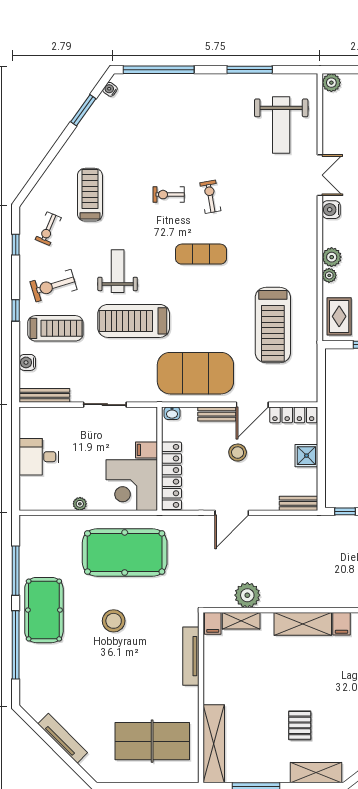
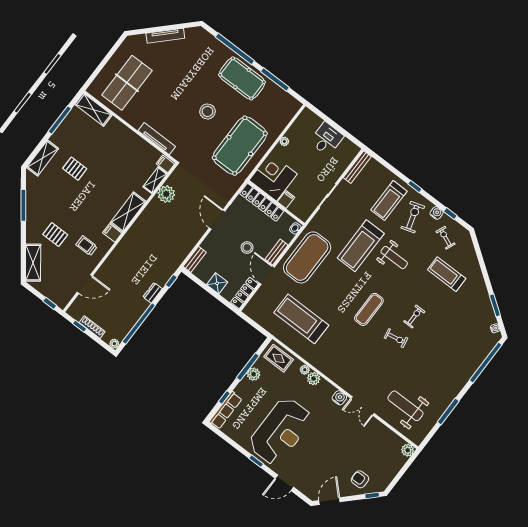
treadmill: (90, 195) -> (447, 274), turned 180
treadmill: (134, 321) -> (361, 246), turned 180
water cooler: (27, 362) -> (437, 213), moved
shelving: (214, 744) -> (93, 110), width x0.68

